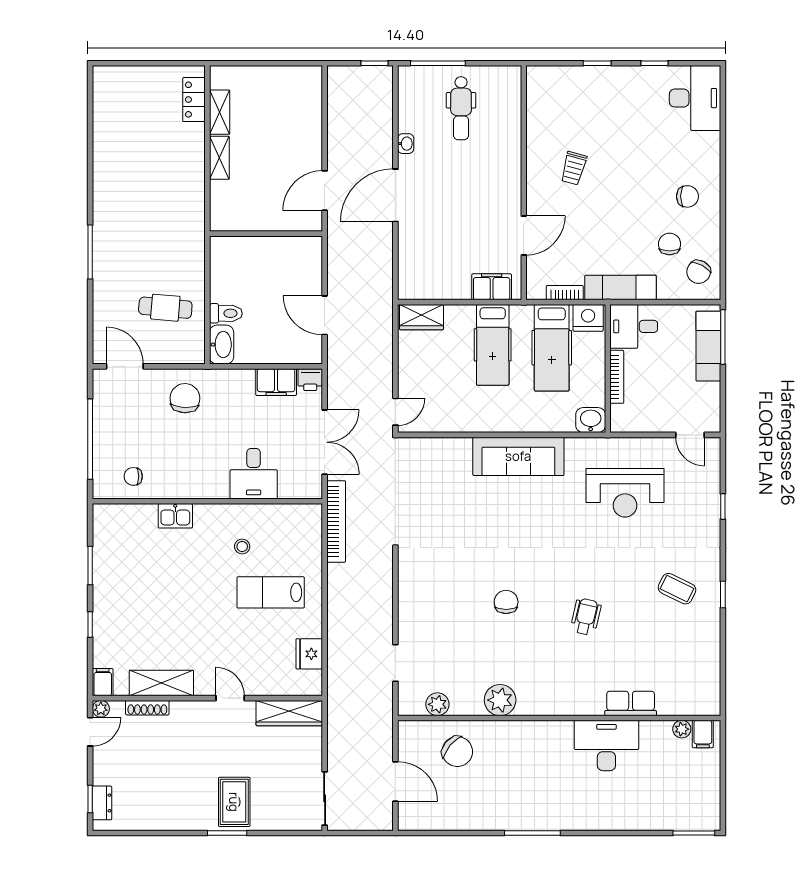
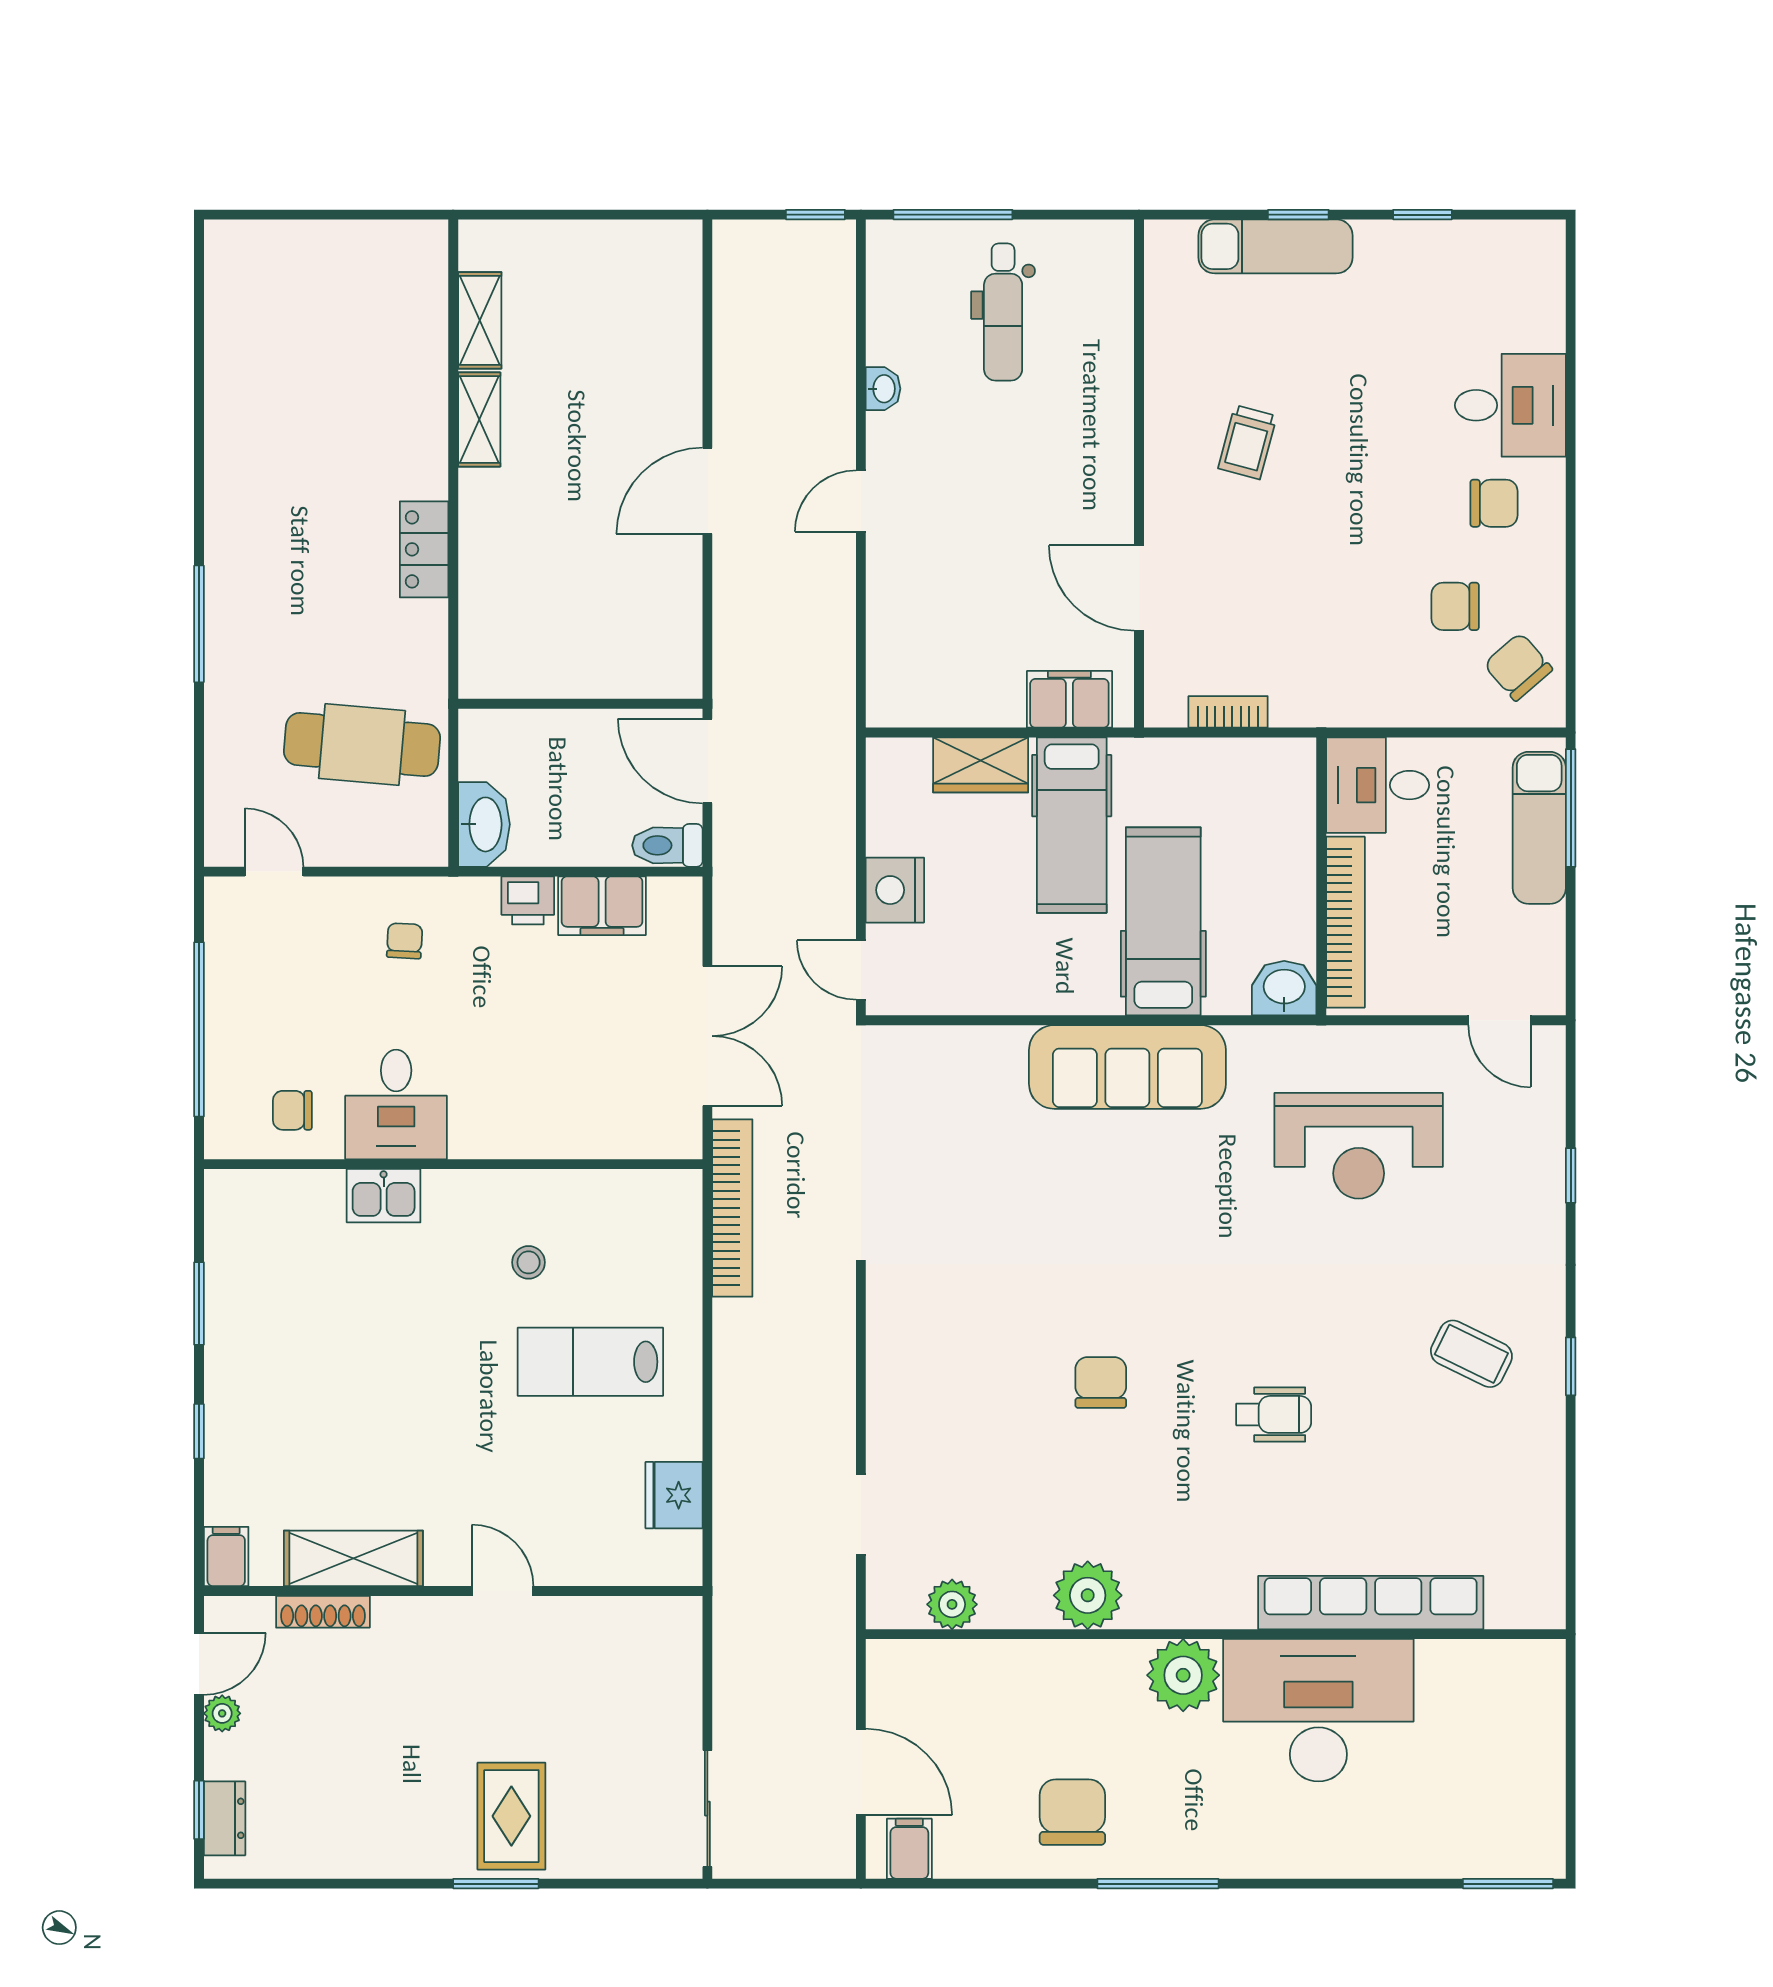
desk: (695, 98) -> (1510, 405), moved, width x0.73
locker: (194, 100) -> (424, 549), moved
door: (395, 195) -> (861, 501), width x0.53
wall: (266, 234) -> (580, 704), moved
door: (524, 235) -> (1139, 588), swing flipped
chair: (670, 244) -> (1455, 606), turned -90
chair: (699, 272) -> (1518, 667), turned 111
exam couch: (620, 287) -> (1275, 246), moved, turned 180
cafe table: (165, 308) -> (362, 745), width x1.37, depth x1.35
toilet: (226, 313) -> (667, 845), moved, turned 180
wardrobe: (422, 317) -> (981, 765), moved
nightstand: (588, 318) -> (895, 890), moved, turned -90
hospital bed: (552, 348) -> (1163, 921), moved, turned 180
door: (125, 366) -> (274, 872), width x0.73
bookcase: (617, 377) -> (1345, 922), width x1.48, depth x1.31
printer: (310, 380) -> (528, 900), moved
chair: (185, 398) -> (405, 941), width x0.54, depth x0.54
door: (395, 412) -> (861, 970), swing flipped
desk: (254, 474) -> (396, 1105), moved
wheelchair: (586, 617) -> (1274, 1414), turned 77
row of seats: (631, 703) -> (1371, 1603), width x2.02
plant: (101, 709) -> (222, 1713), moved
wardrobe: (289, 713) -> (631, 1624), removed
plant: (682, 729) -> (1183, 1675), moved, width x1.88, depth x1.88
filing cabinet: (703, 734) -> (909, 1849), moved, turned 180
desk: (606, 745) -> (1318, 1710), width x1.36, depth x1.30
chair: (457, 752) -> (1072, 1812), moved, turned -130

